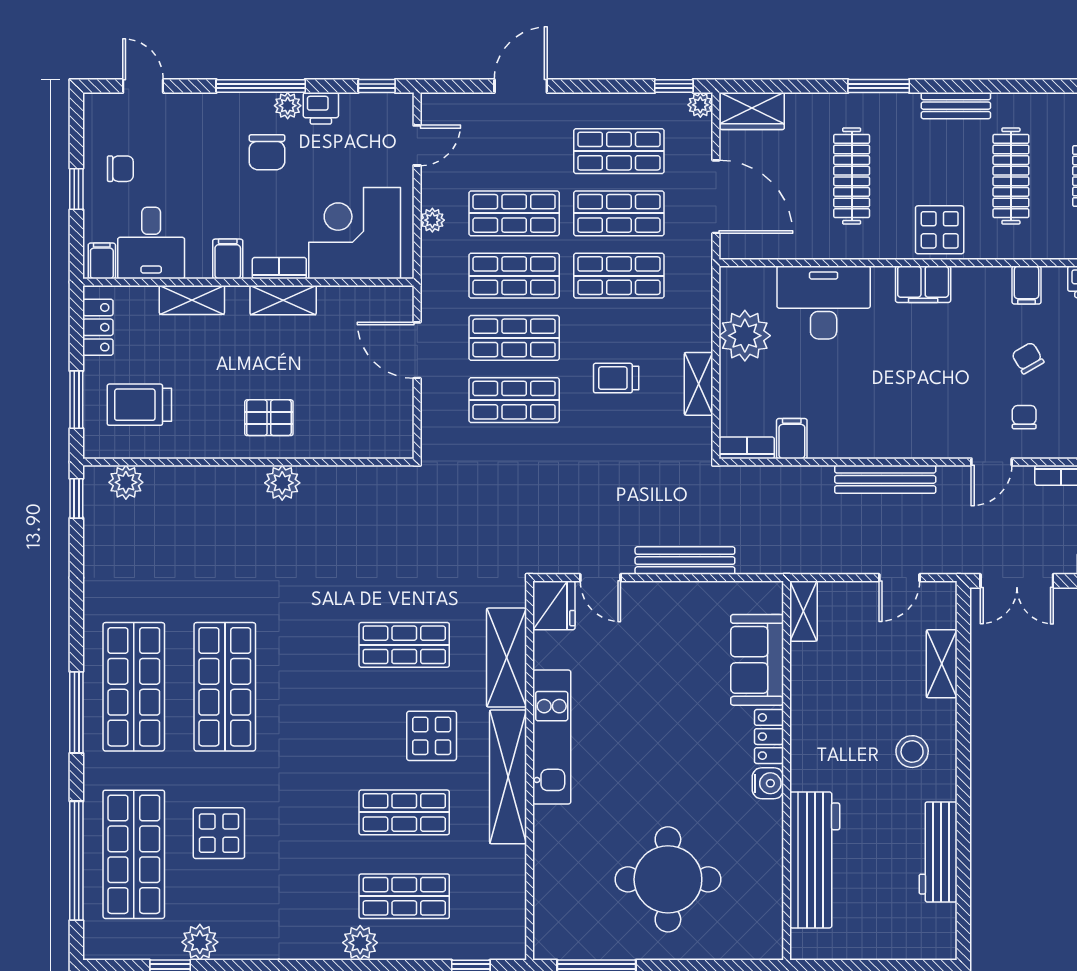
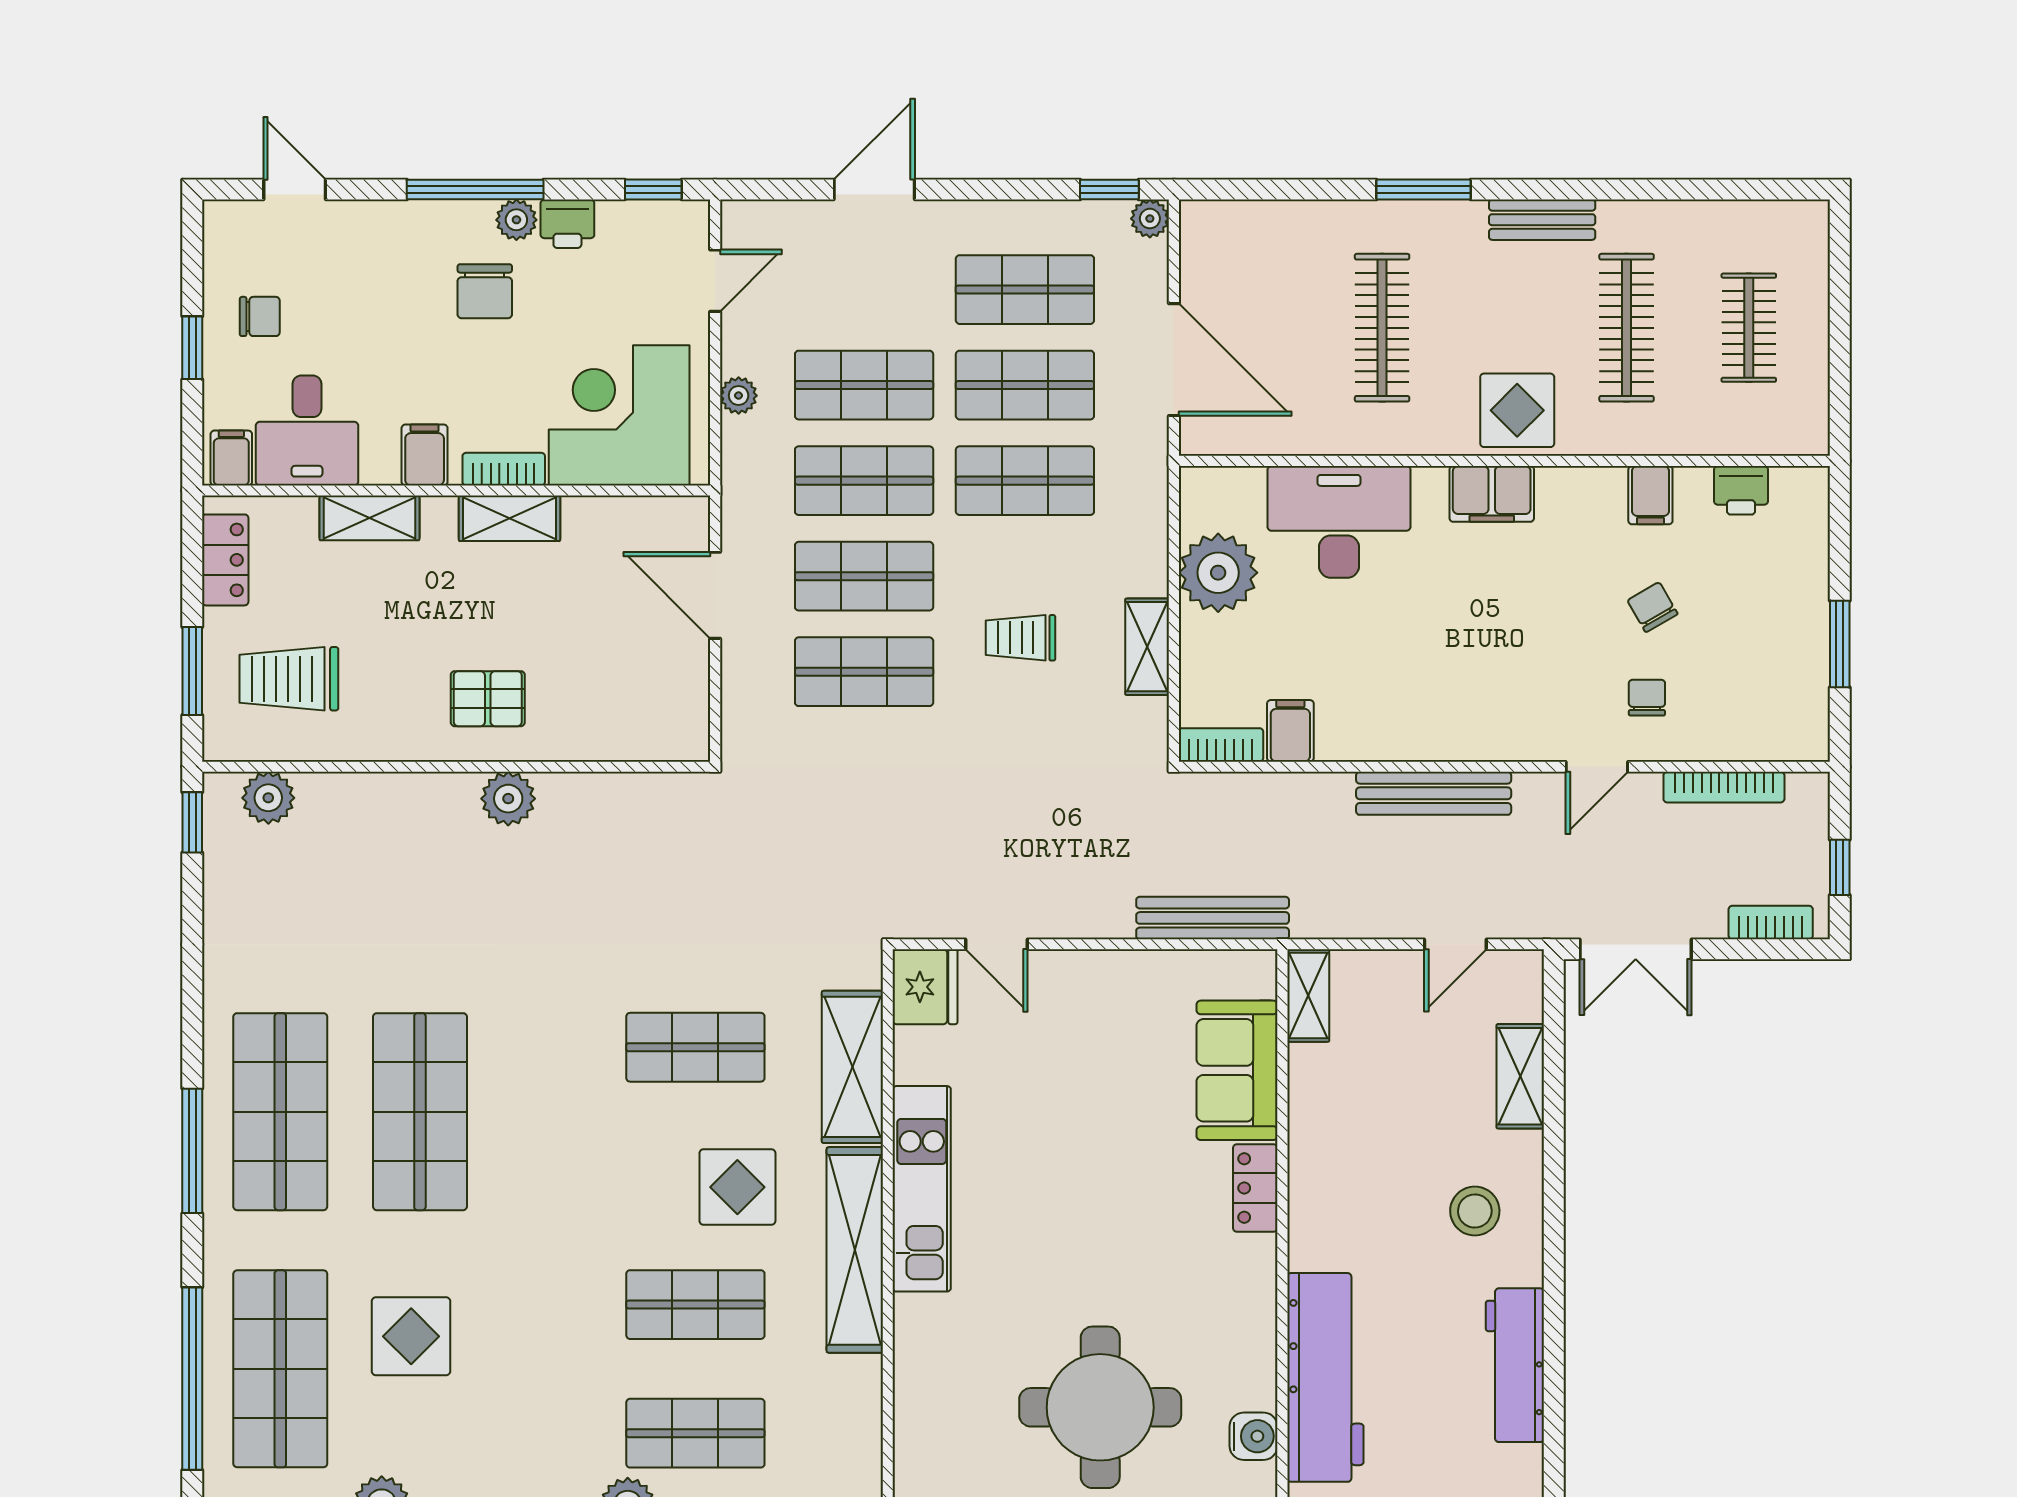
wardrobe: (752, 111) -> (1229, 228), removed
bench: (685, 561) -> (1213, 918), moved
water cooler: (768, 783) -> (1254, 1436), moved

